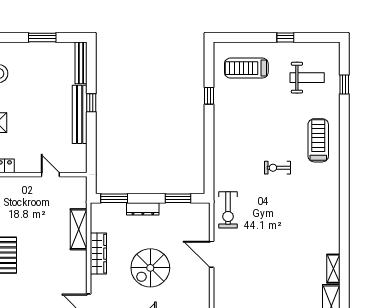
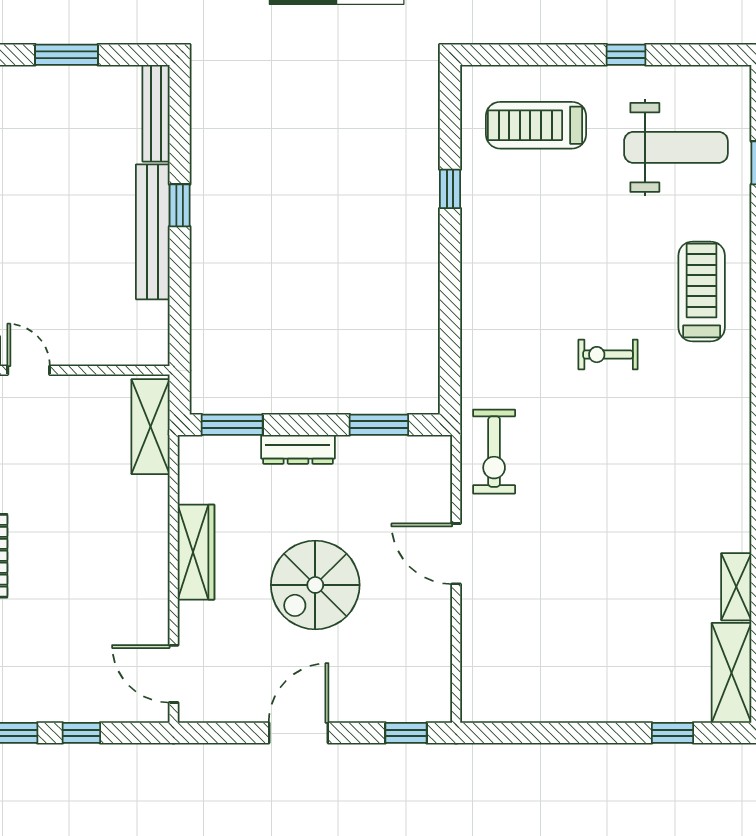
weight bench: (307, 78) -> (676, 147), width x1.36, depth x1.33
door: (50, 175) -> (29, 370), moved
shelving: (79, 229) -> (150, 427), moved

